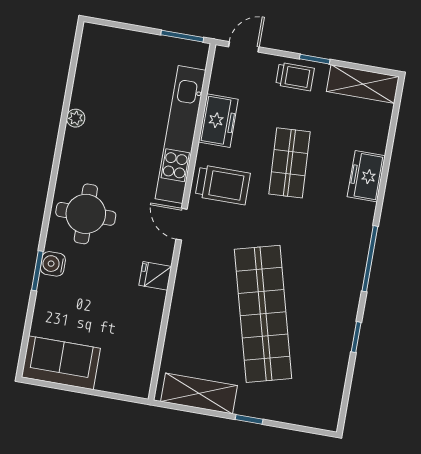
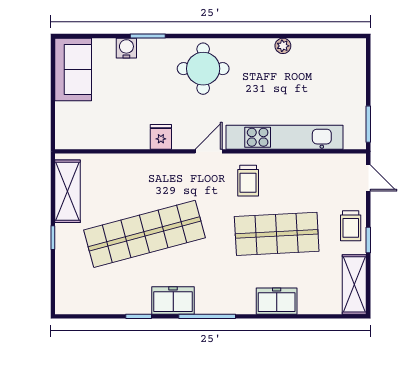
freezer: (218, 121) -> (173, 300), moved, turned 180
shop shelf: (289, 163) -> (277, 234), width x1.43, depth x1.36
trolley: (223, 185) -> (248, 181), width x0.73, depth x0.72
water cooler: (53, 264) -> (126, 48), moved

